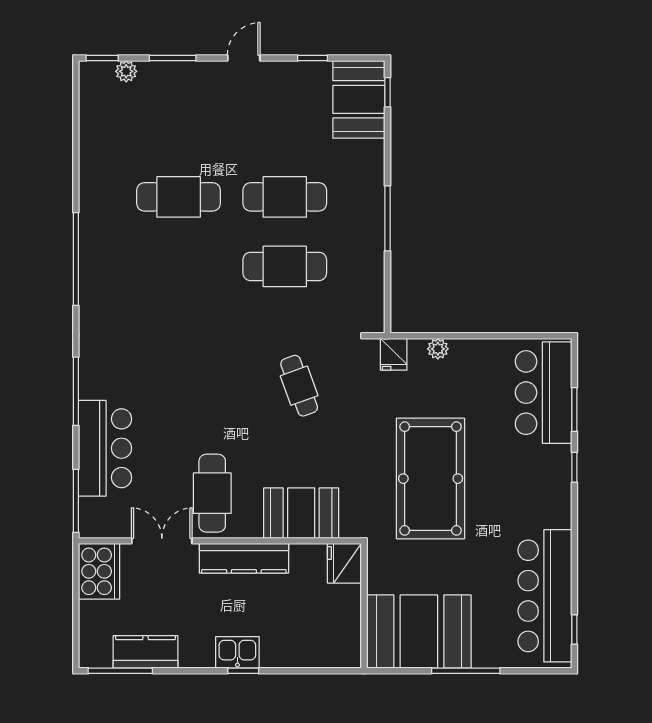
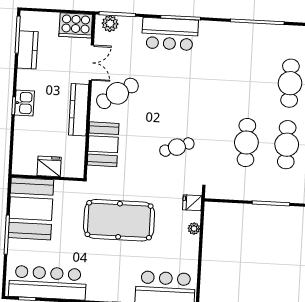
bar counter: (105, 448) -> (170, 34), moved
cafe table: (212, 493) -> (117, 93), turned -33
plant: (93, 512) -> (110, 24), added
fridge: (344, 563) -> (49, 166), moved

